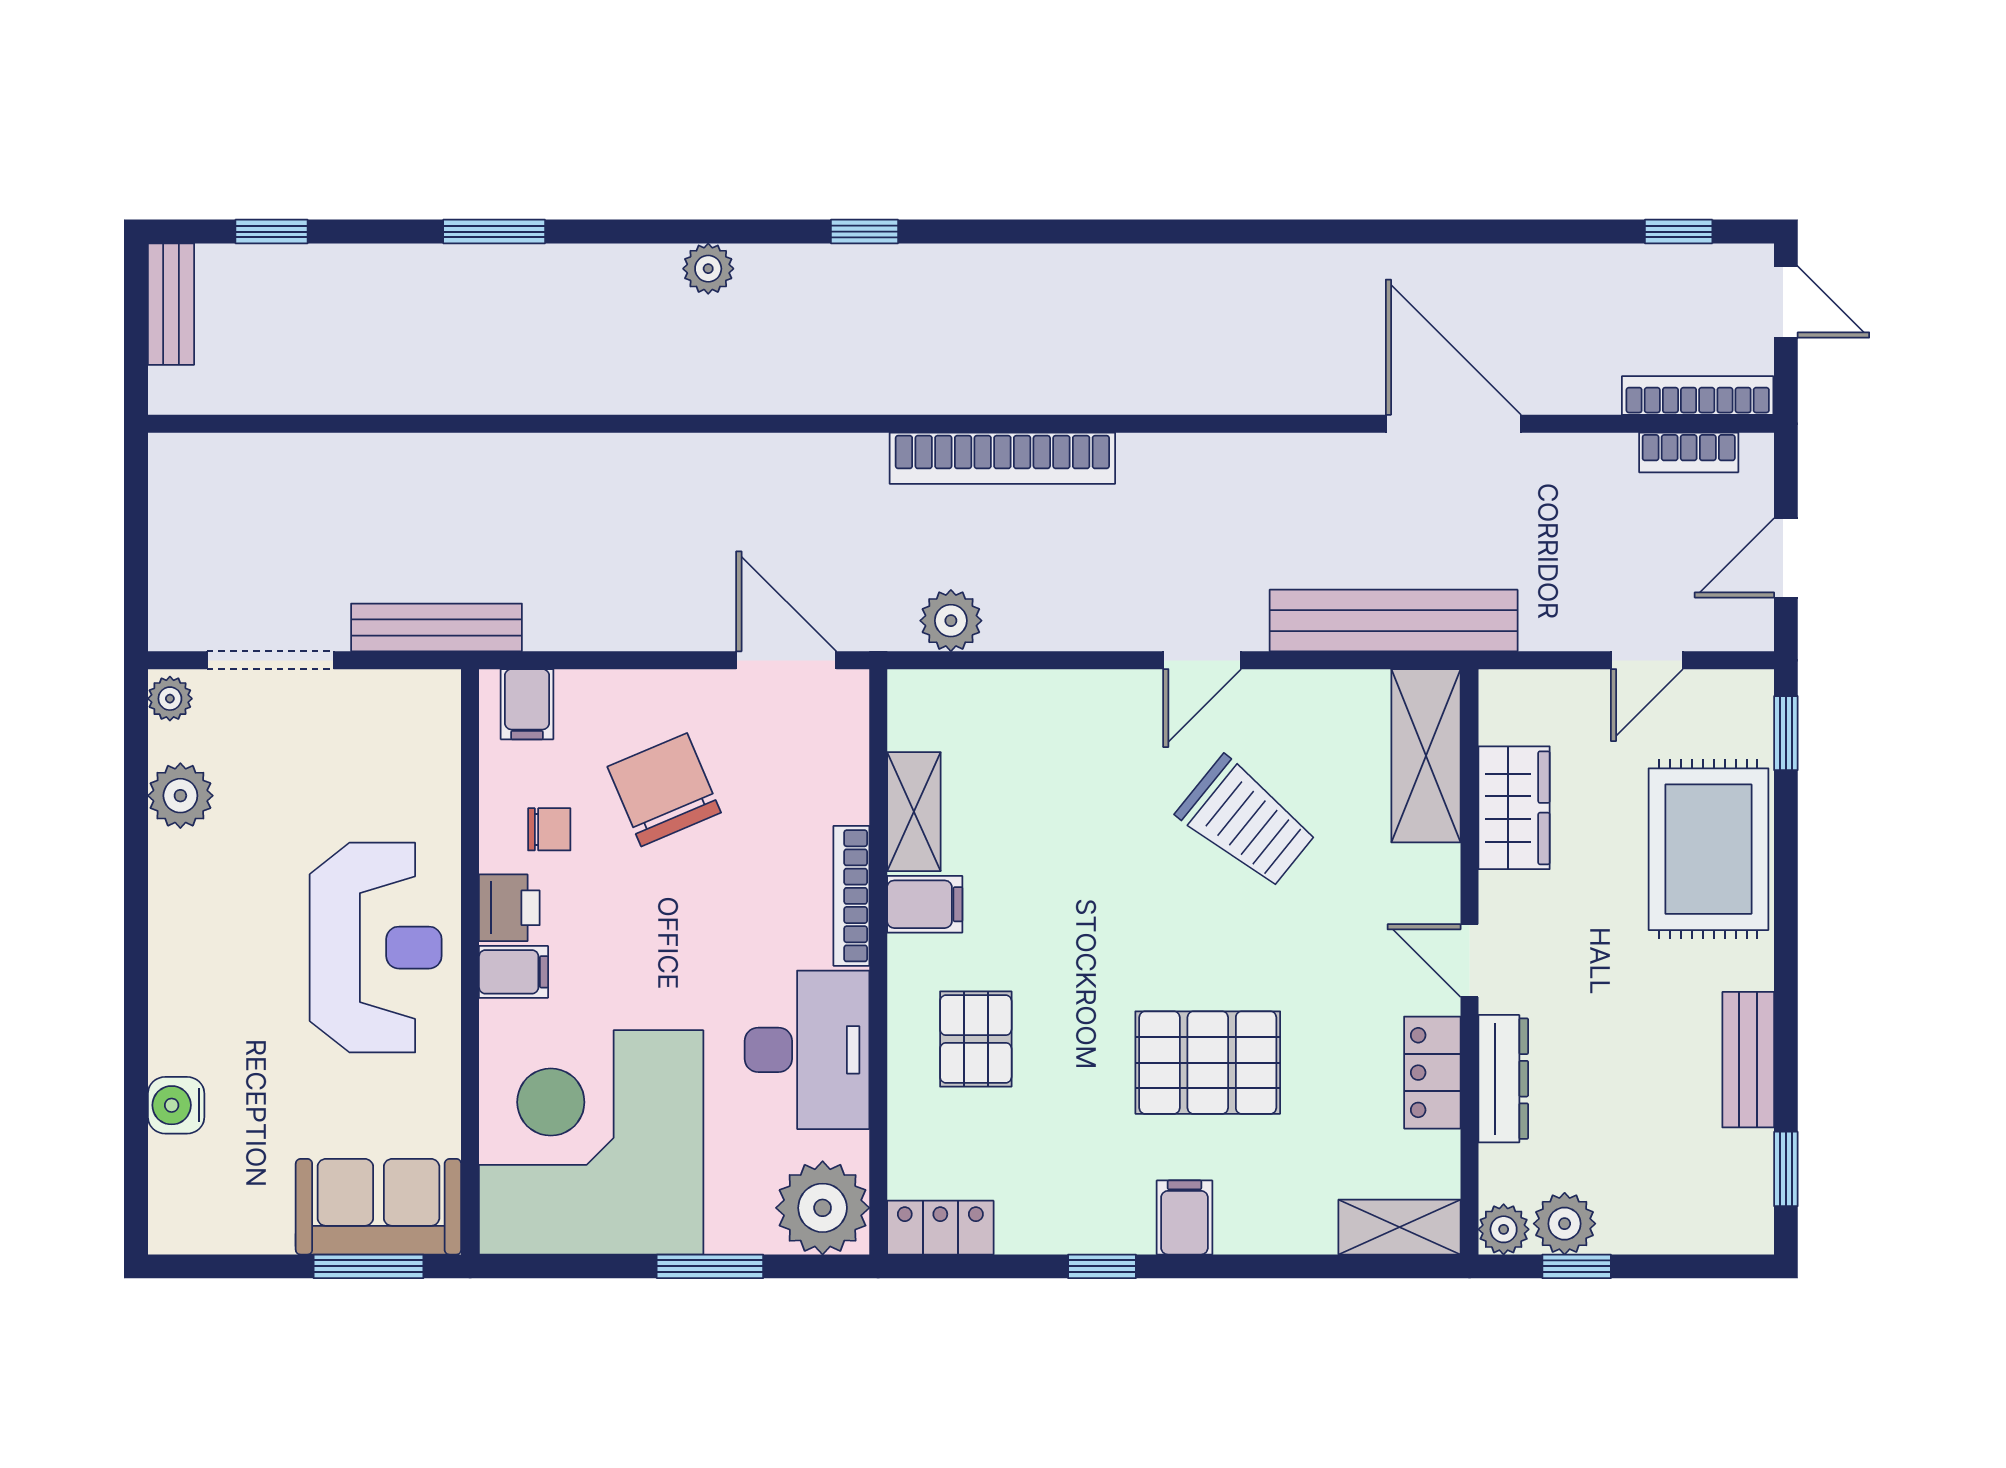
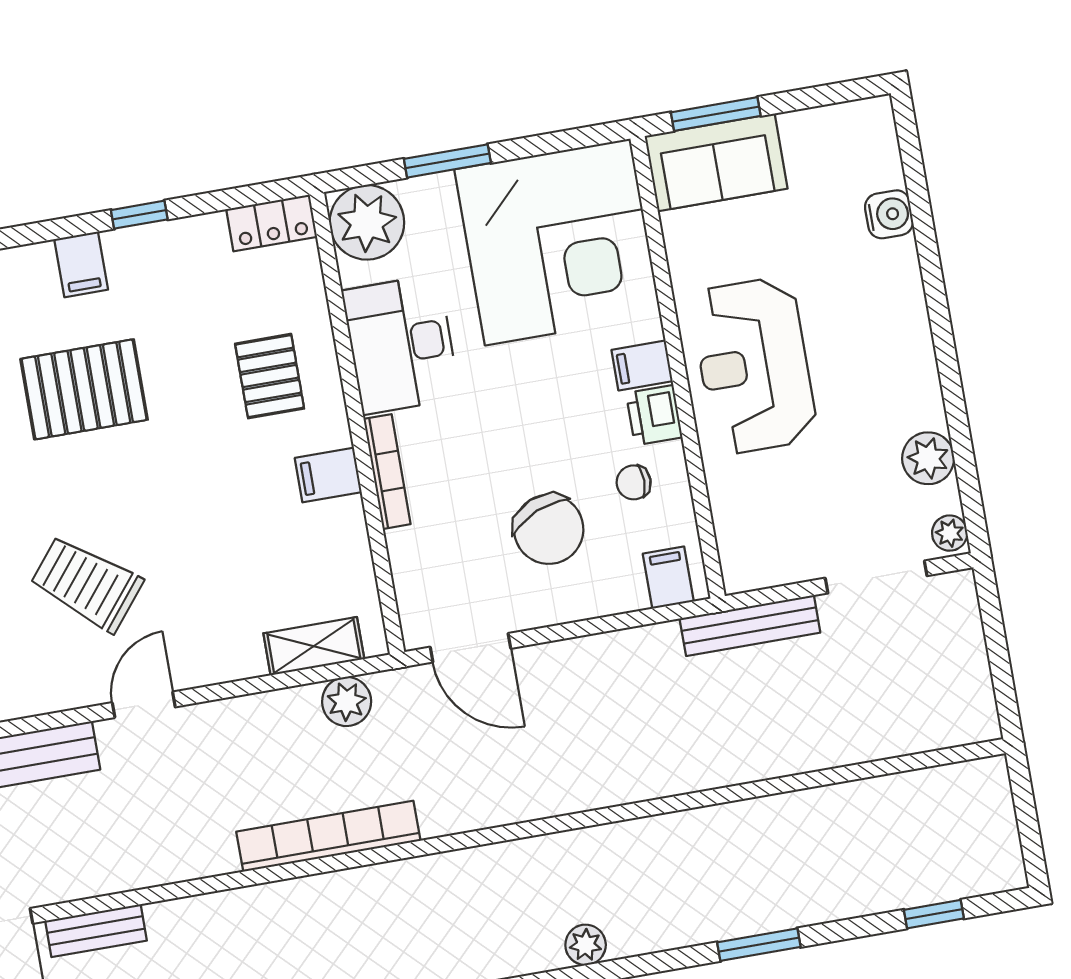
bench: (171, 304) -> (96, 931), moved, turned 90
shelving: (914, 812) -> (314, 646), moved, turned 90

